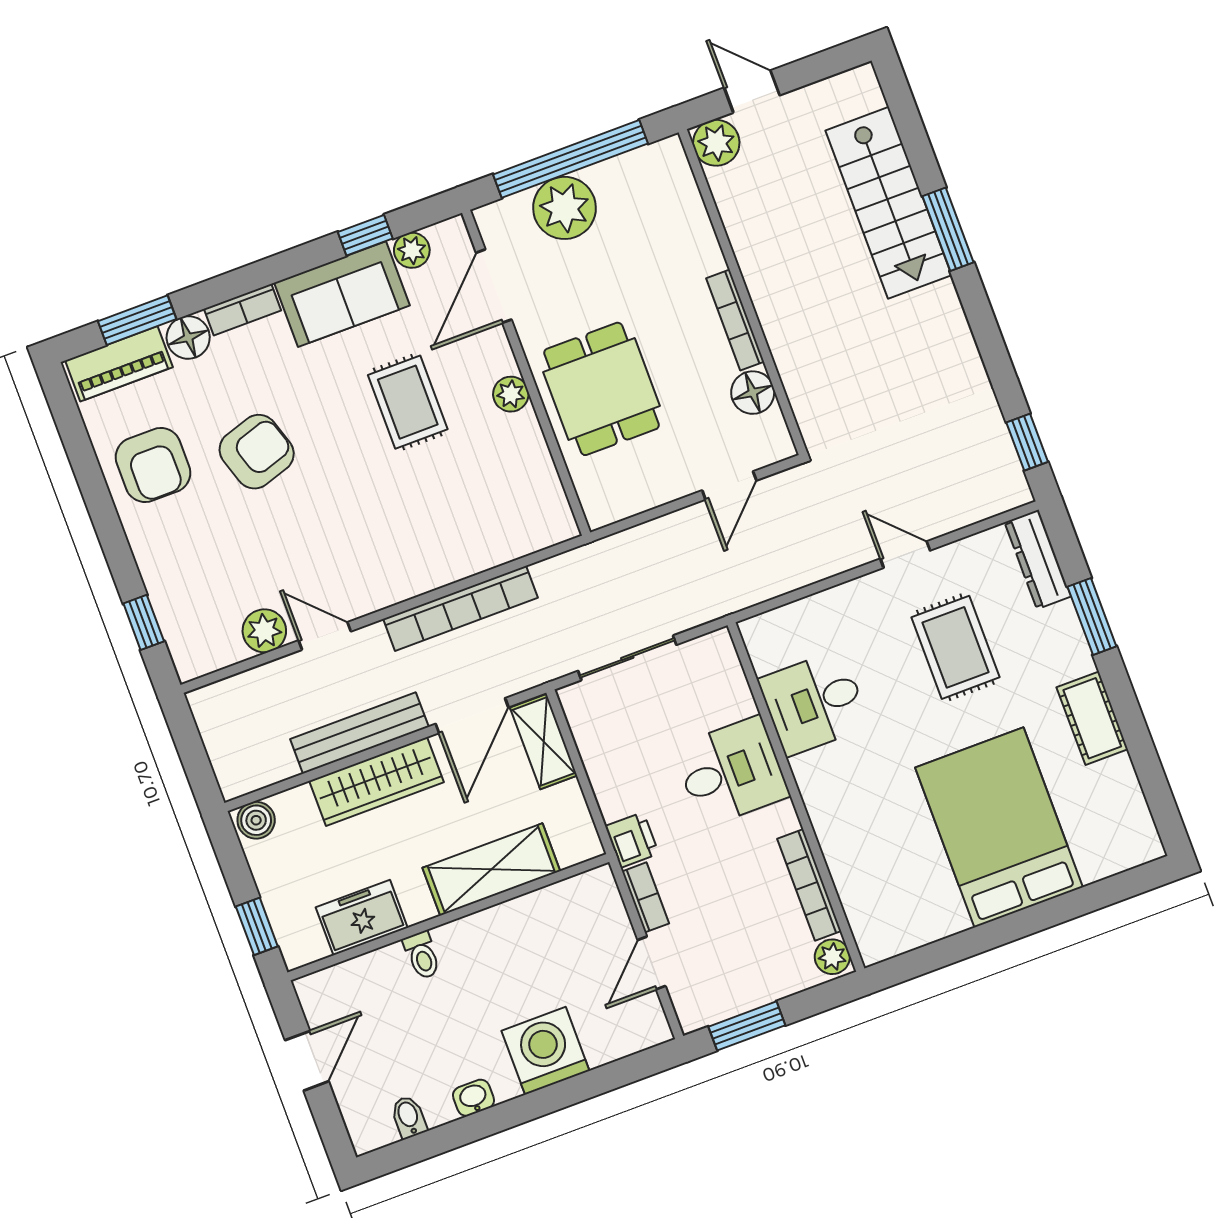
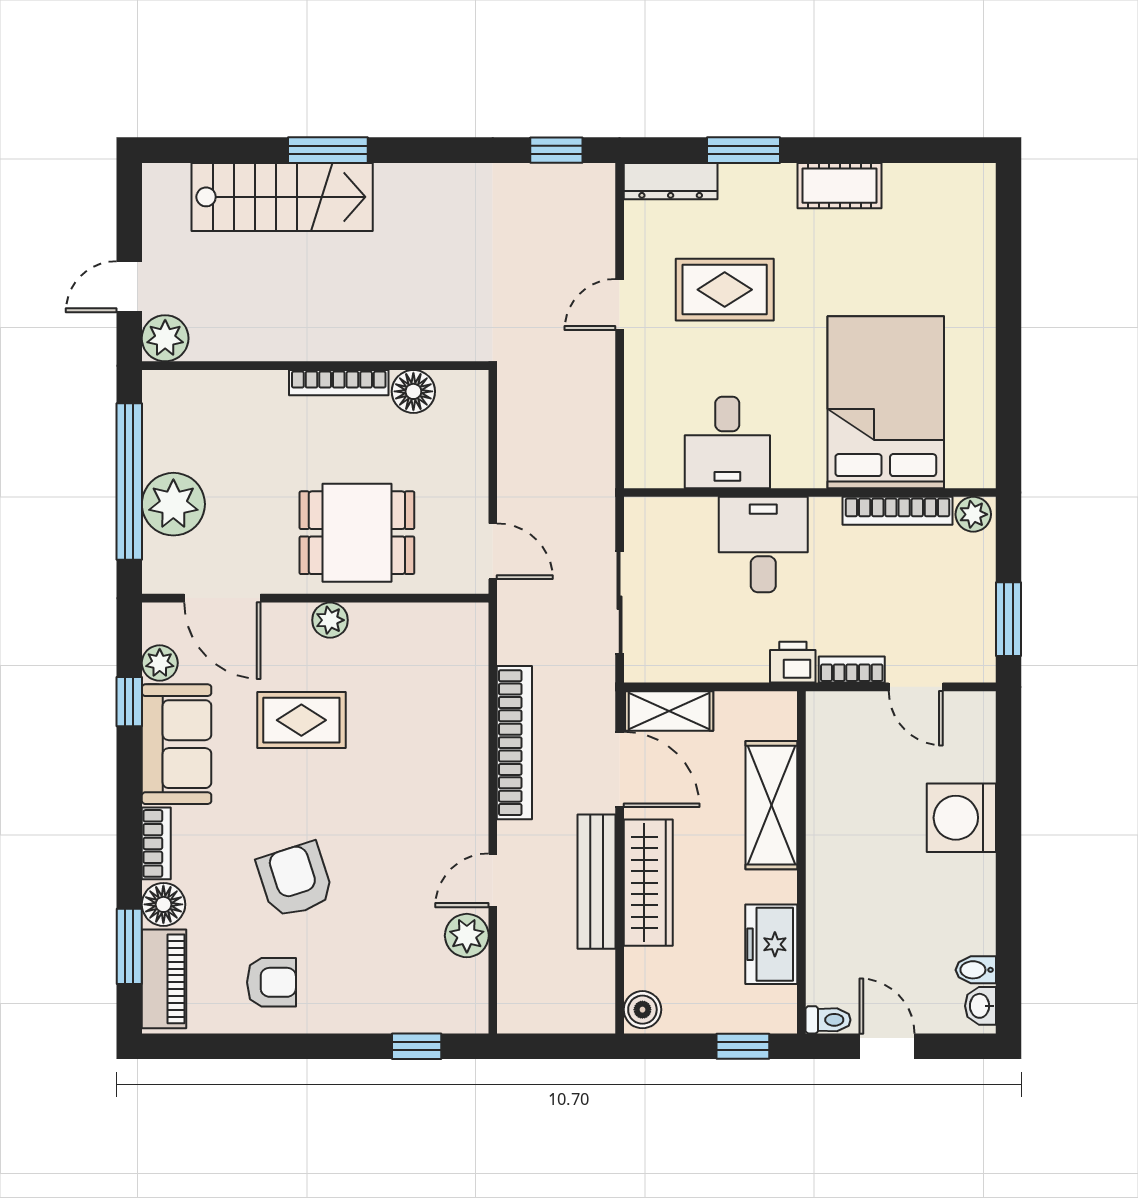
armchair: (153, 465) -> (271, 982), width x0.72, depth x0.72
door: (729, 485) -> (493, 551), moved
bed: (999, 827) -> (886, 402), moved, turned 90
toilet: (422, 955) -> (828, 1020), moved
washbasin: (474, 1098) -> (980, 1006), moved

